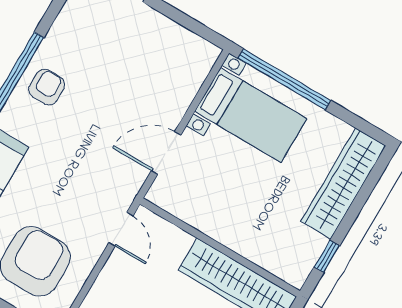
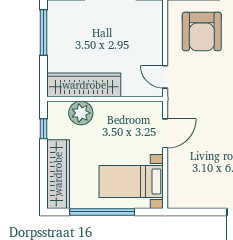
window: (284, 79) -> (102, 212), moved
plant: (264, 248) -> (81, 113), added

